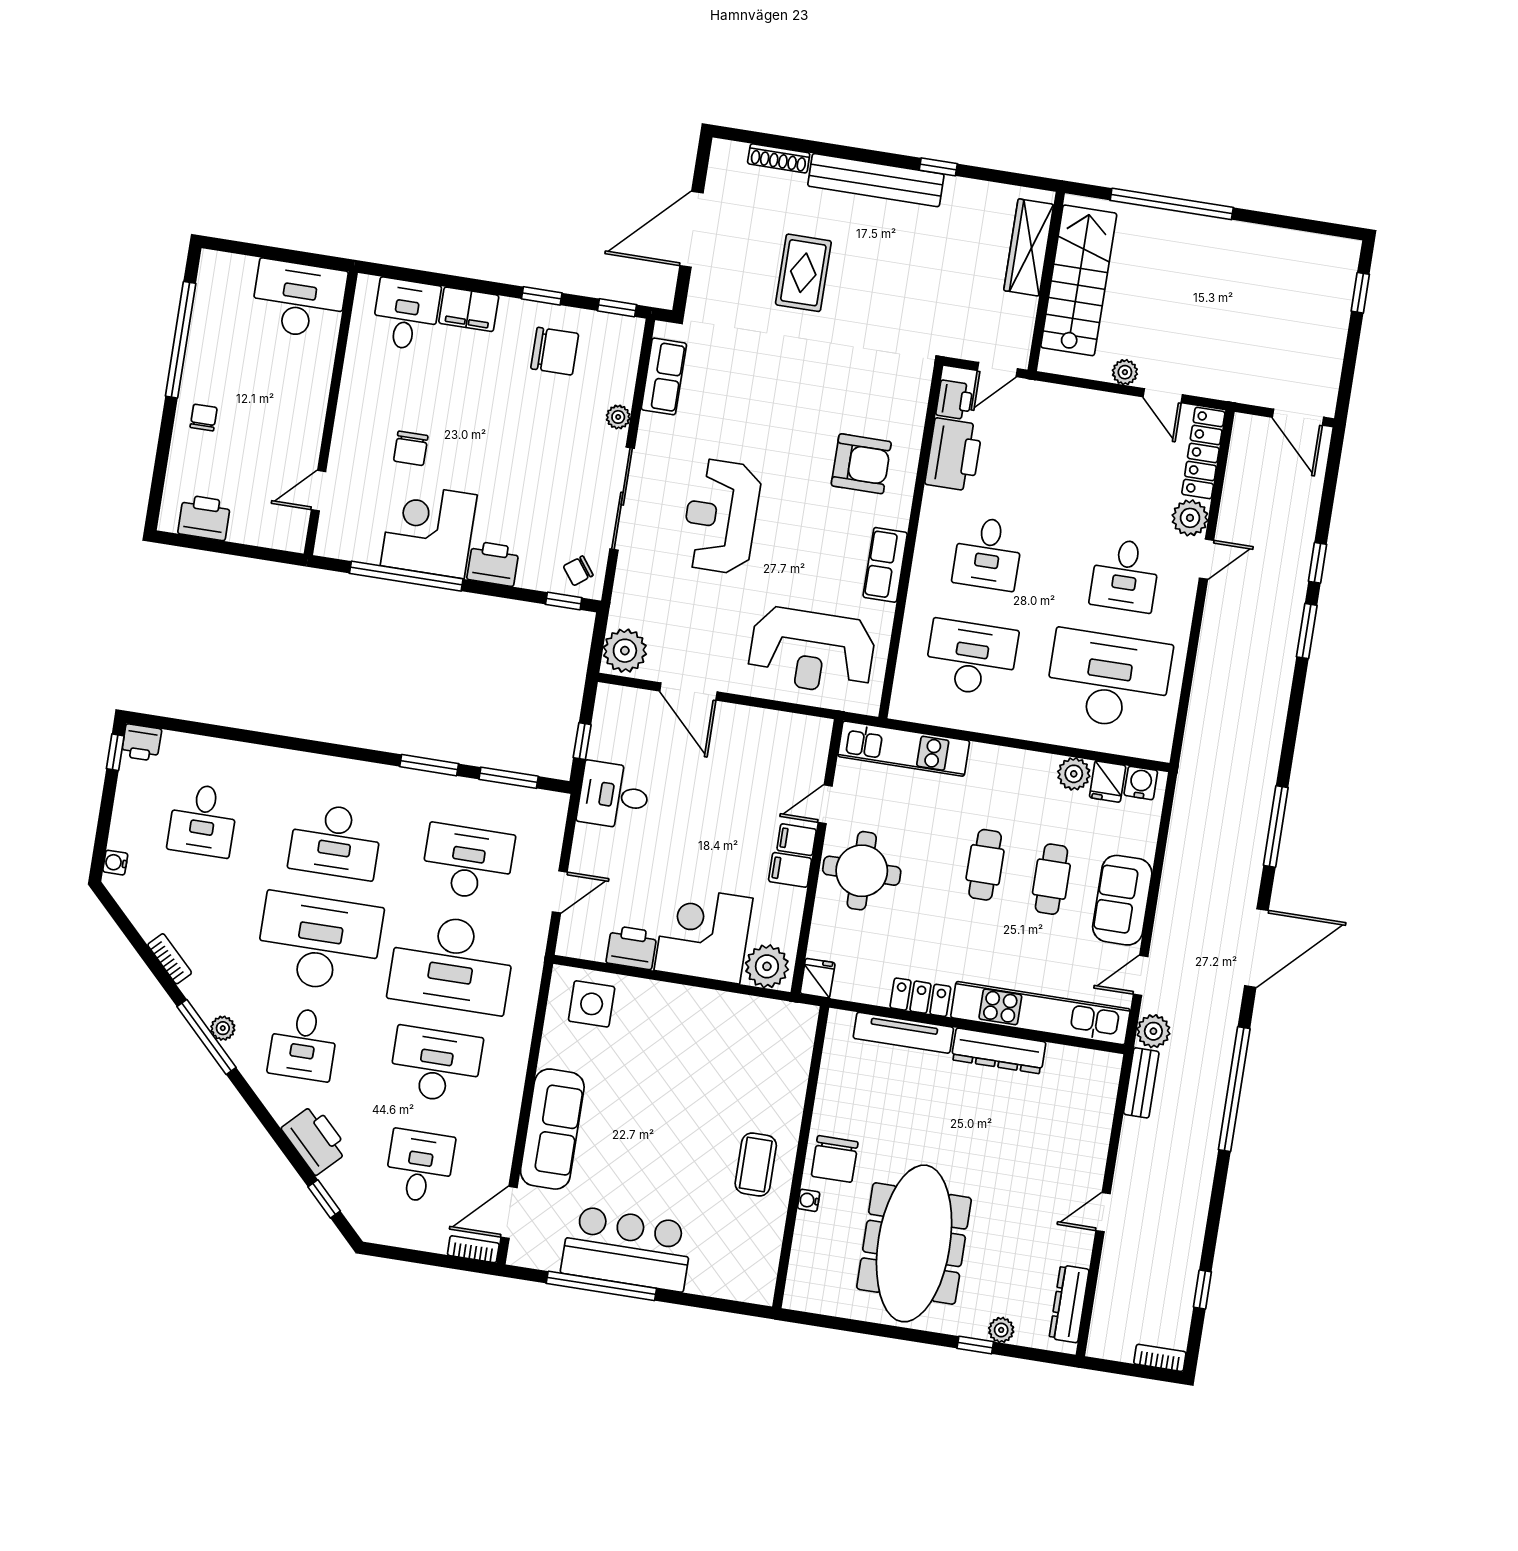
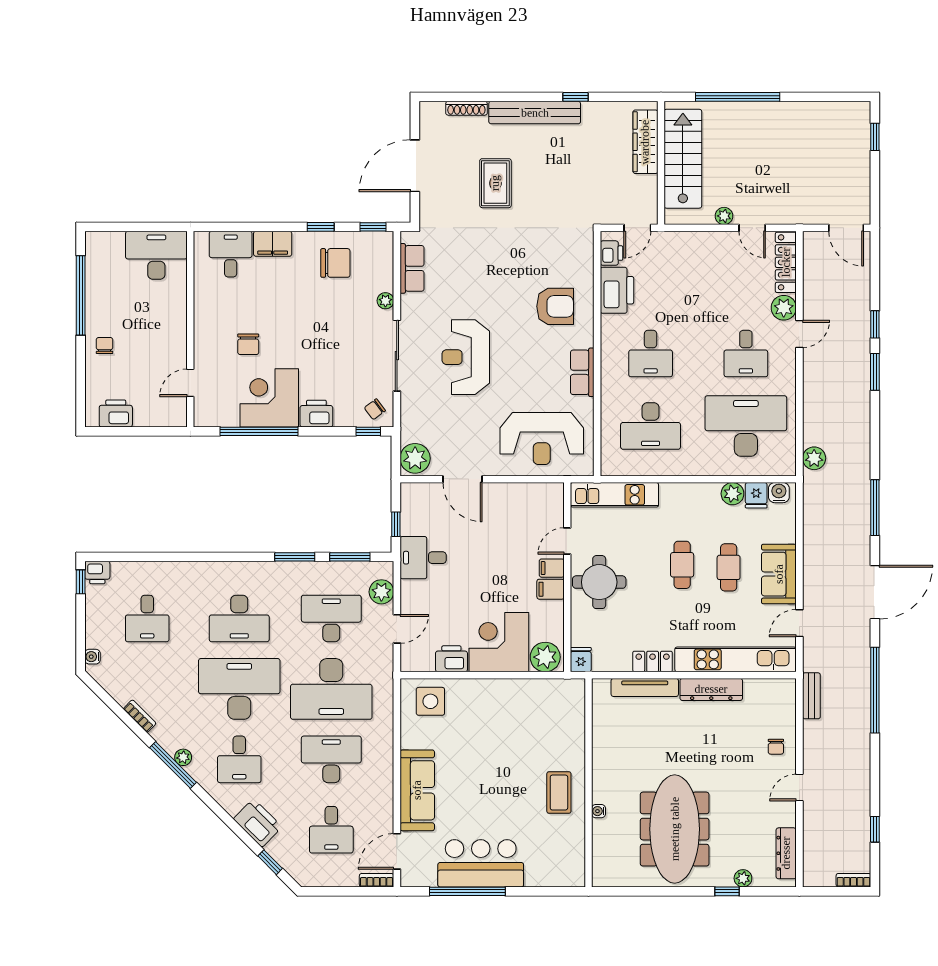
desk: (971, 658) -> (651, 426), turned 180
plant: (546, 835) -> (381, 592), added
plant: (1153, 1031) -> (814, 458), moved
chair: (835, 1159) -> (776, 747), moved, width x0.54, depth x0.54
desk: (420, 1166) -> (331, 830), turned 180

